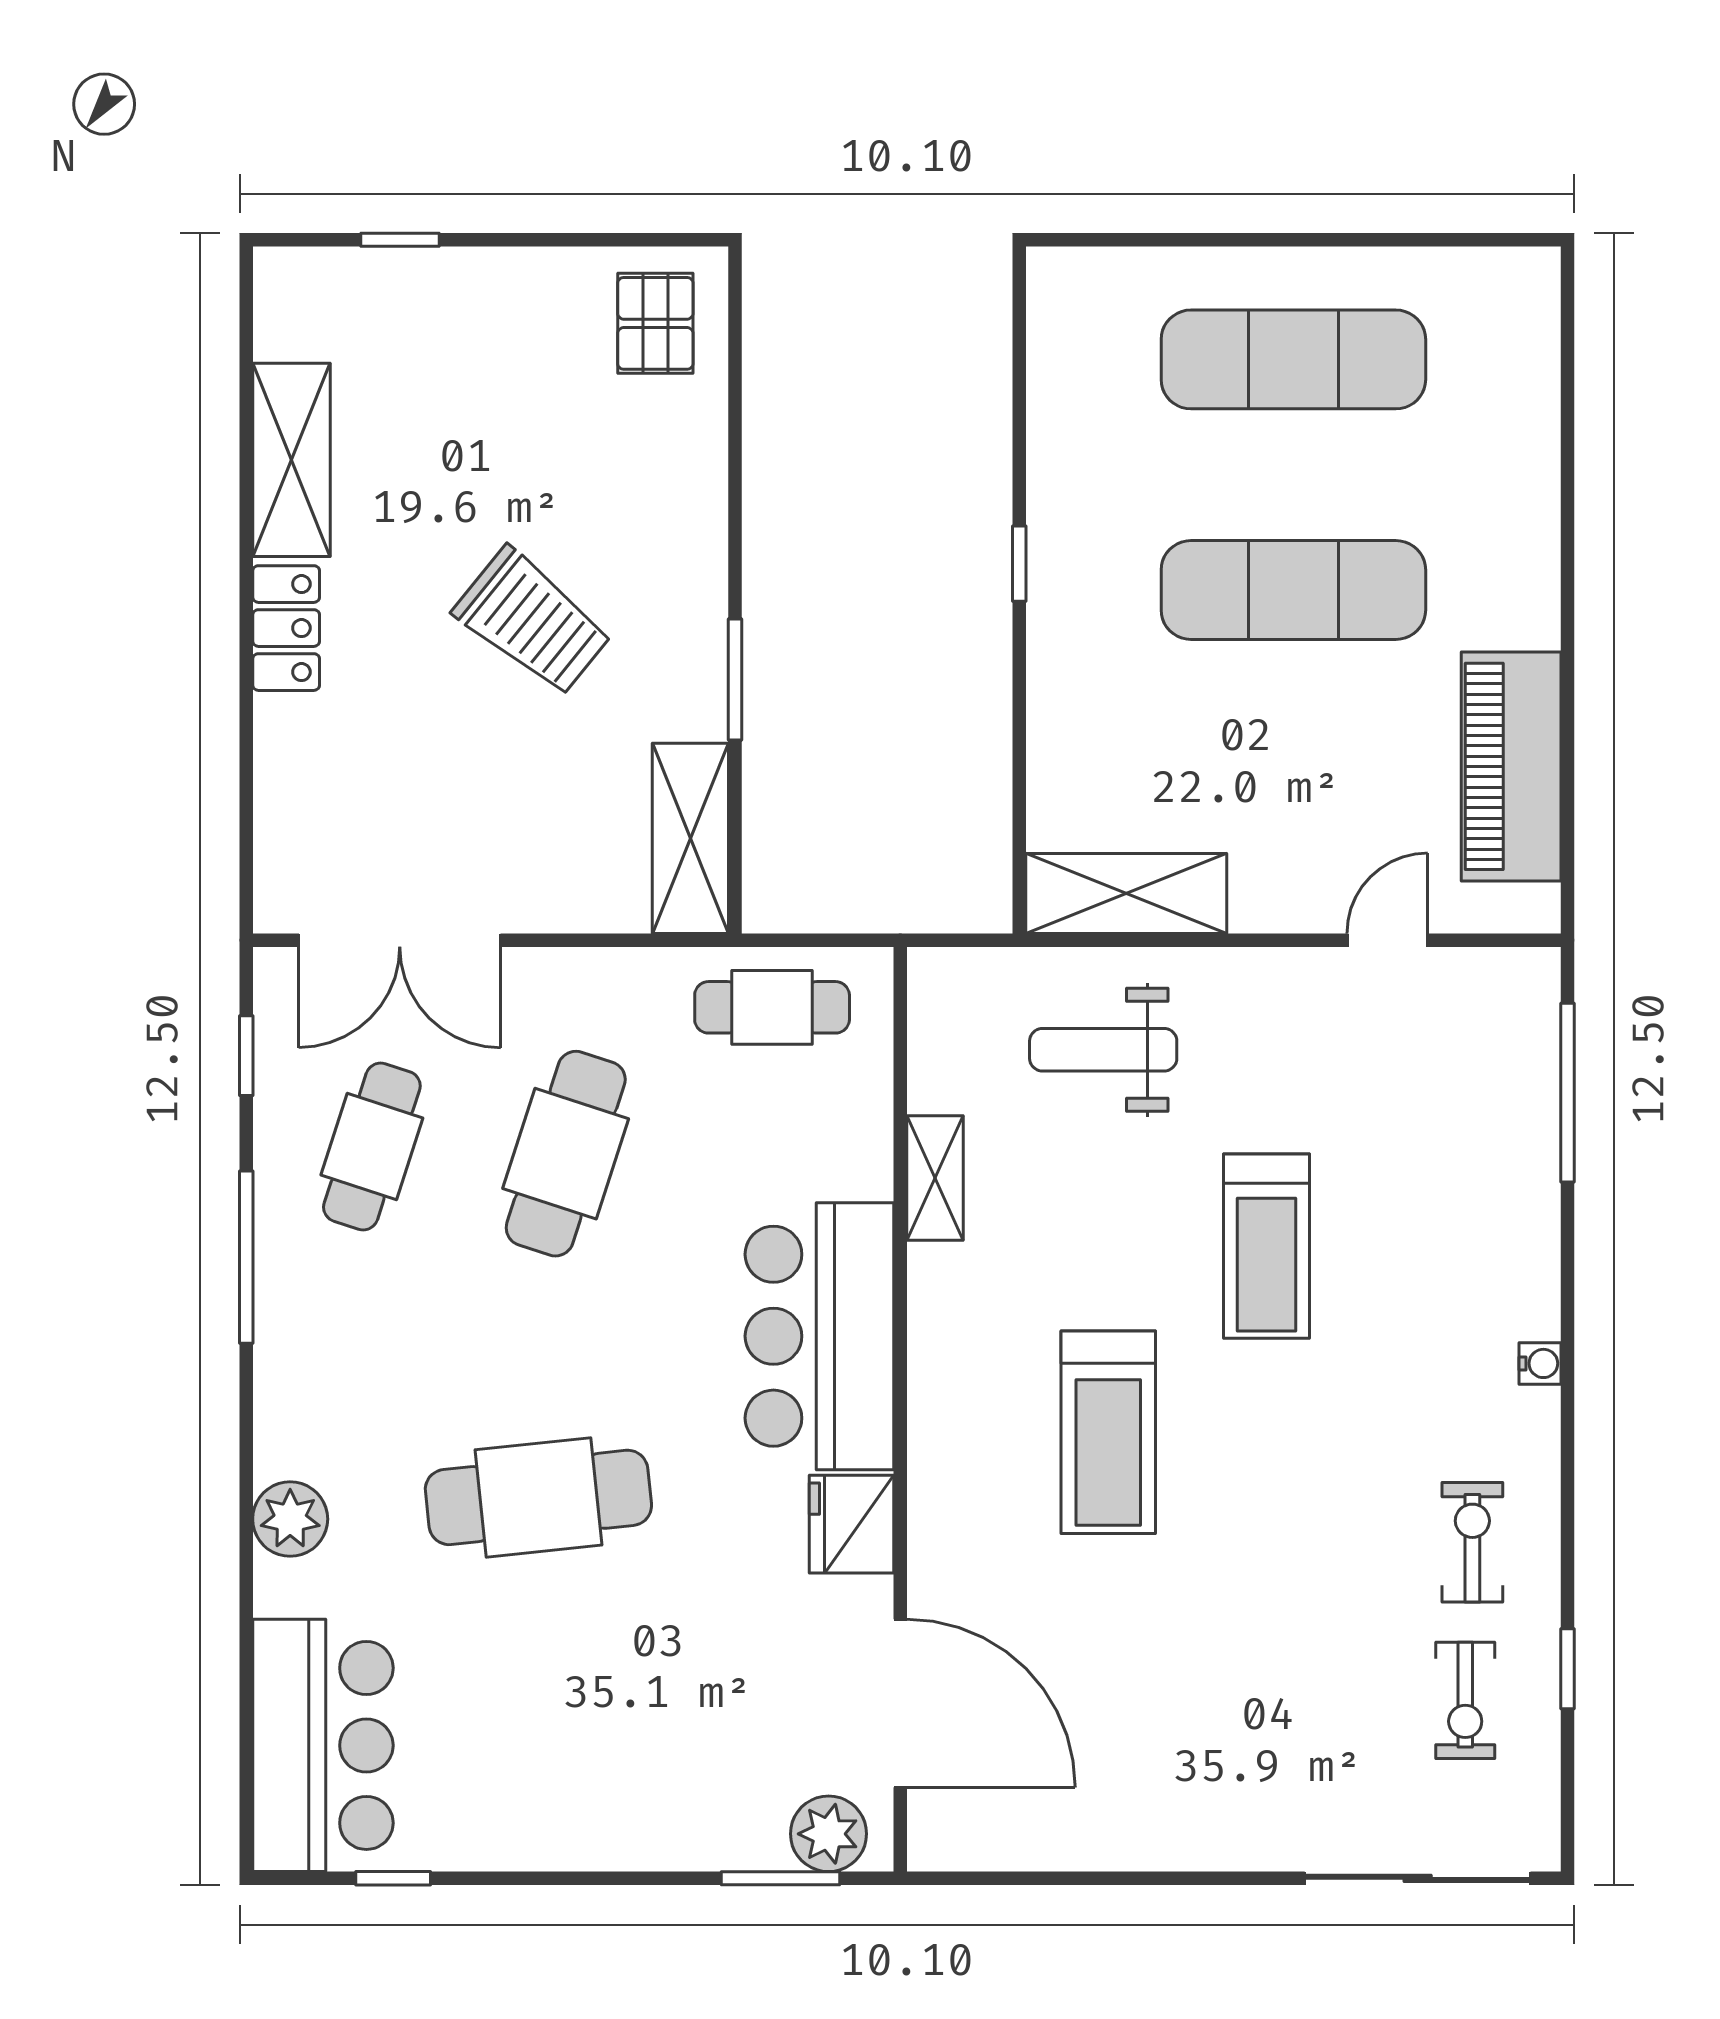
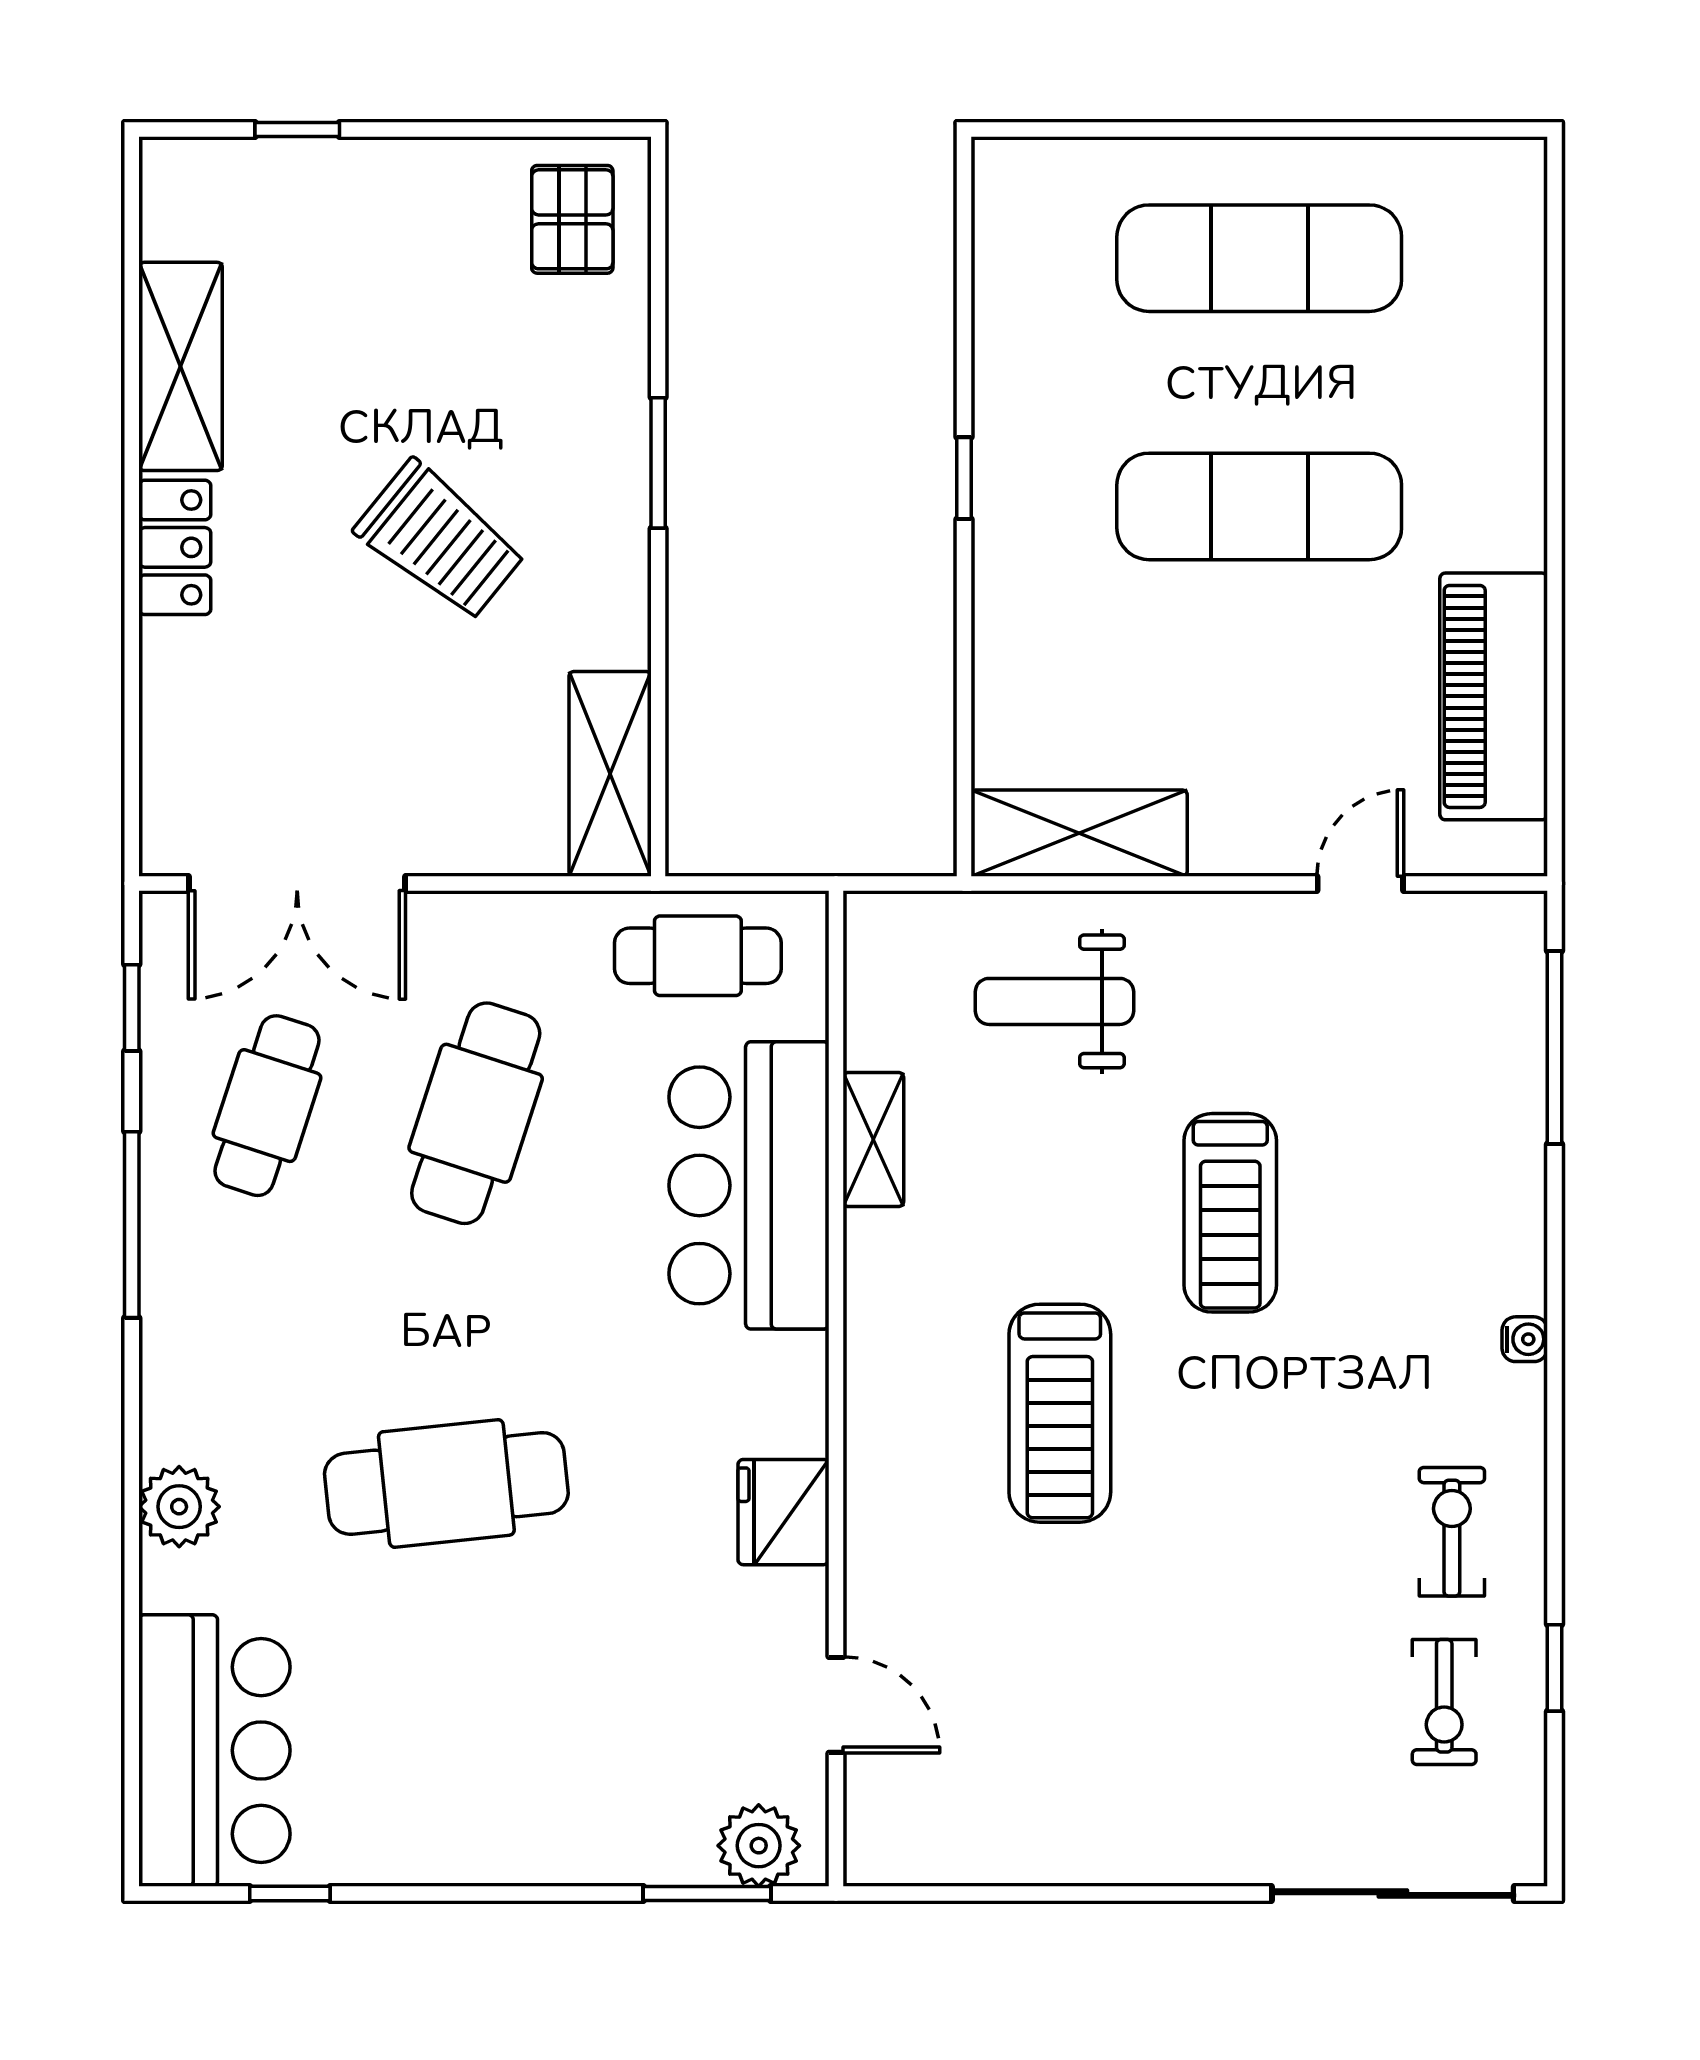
window: (735, 679) -> (658, 463), moved
bar counter: (819, 1336) -> (749, 1185), moved
door: (900, 1703) -> (836, 1705), width x0.53

